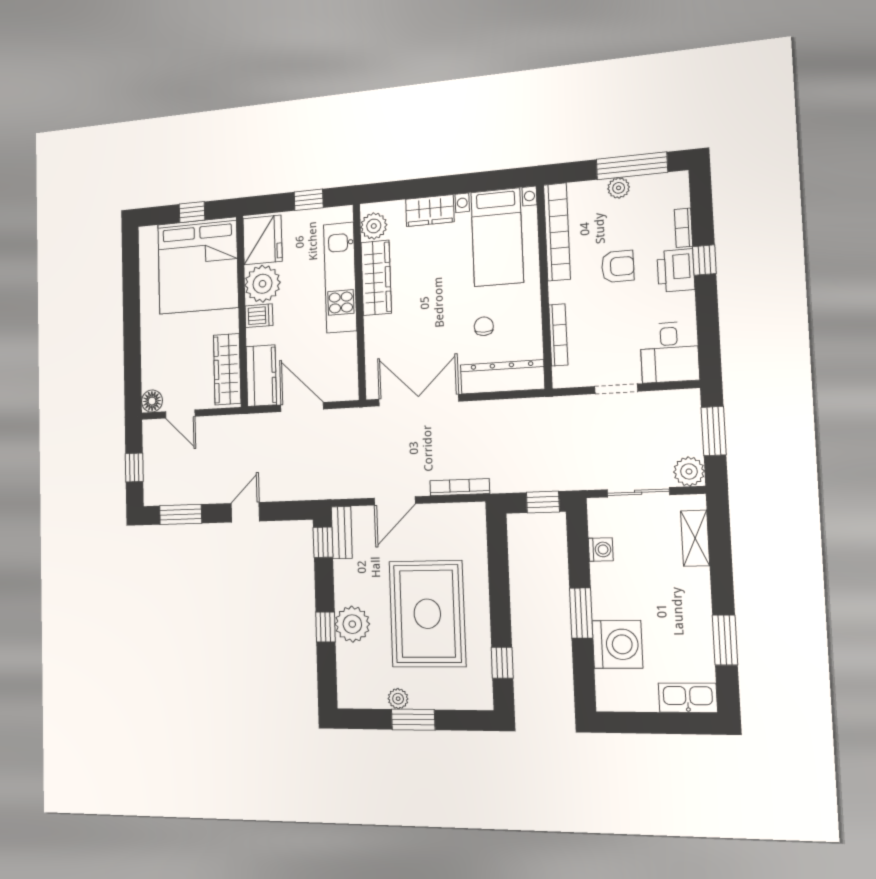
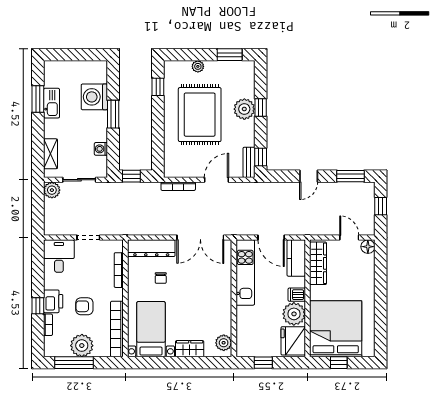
plant: (619, 188) -> (82, 346), width x1.88, depth x1.88
kitchen unit: (340, 277) -> (245, 273), moved
wardrobe: (376, 278) -> (223, 312), removed
window: (714, 431) -> (38, 212), removed
kitchen sink: (688, 698) -> (52, 103), moved, turned -90
plant: (398, 699) -> (198, 66), moved
window: (413, 720) -> (230, 55), moved

